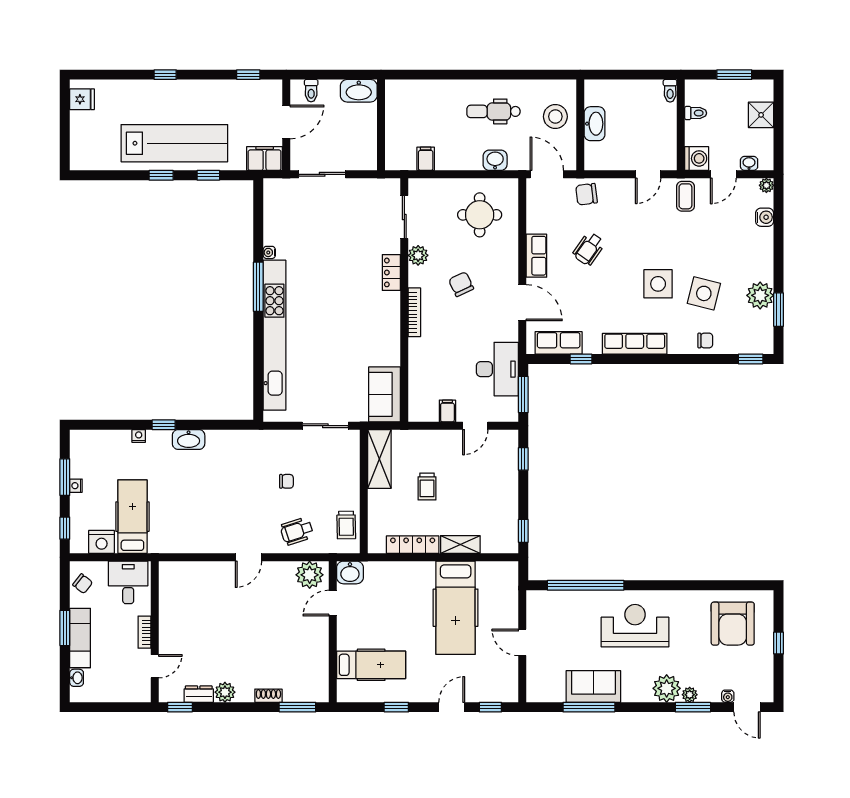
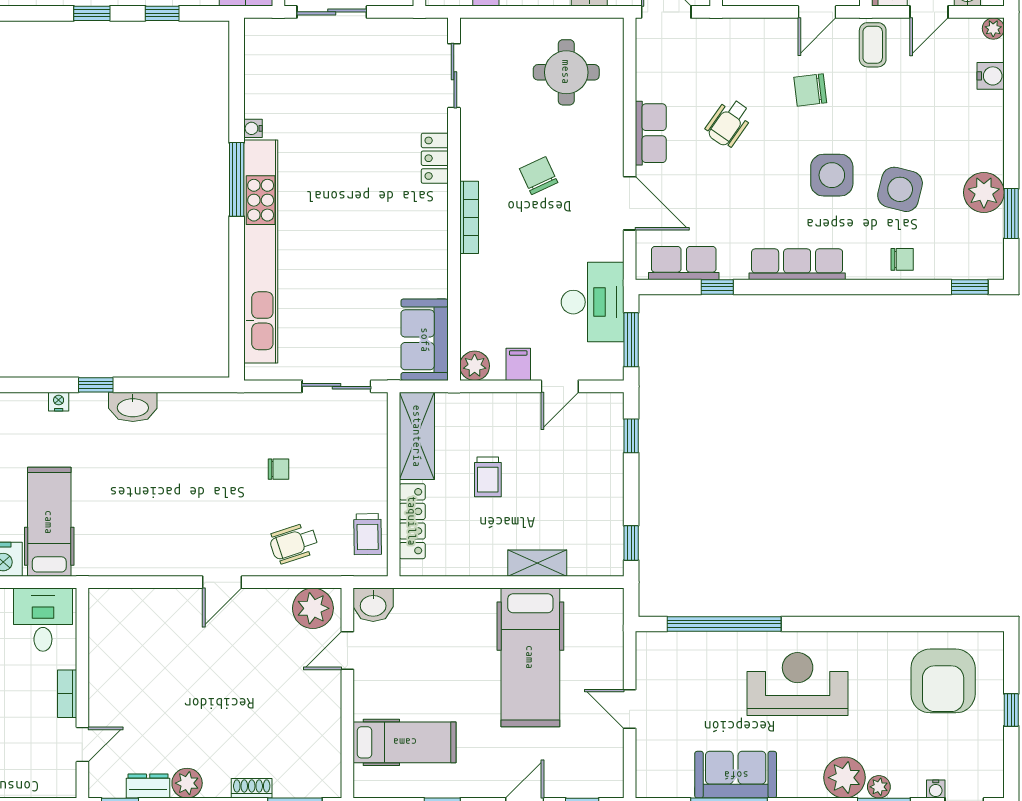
chair: (586, 194) -> (810, 90), moved
plant: (418, 255) -> (475, 366), moved
locker: (413, 545) -> (412, 521), moved, turned 90

